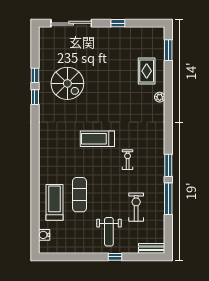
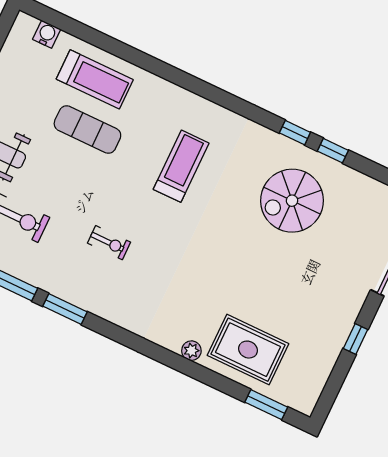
rug: (147, 71) -> (248, 350), width x1.36, depth x1.43
treadmill: (97, 139) -> (181, 166), moved

